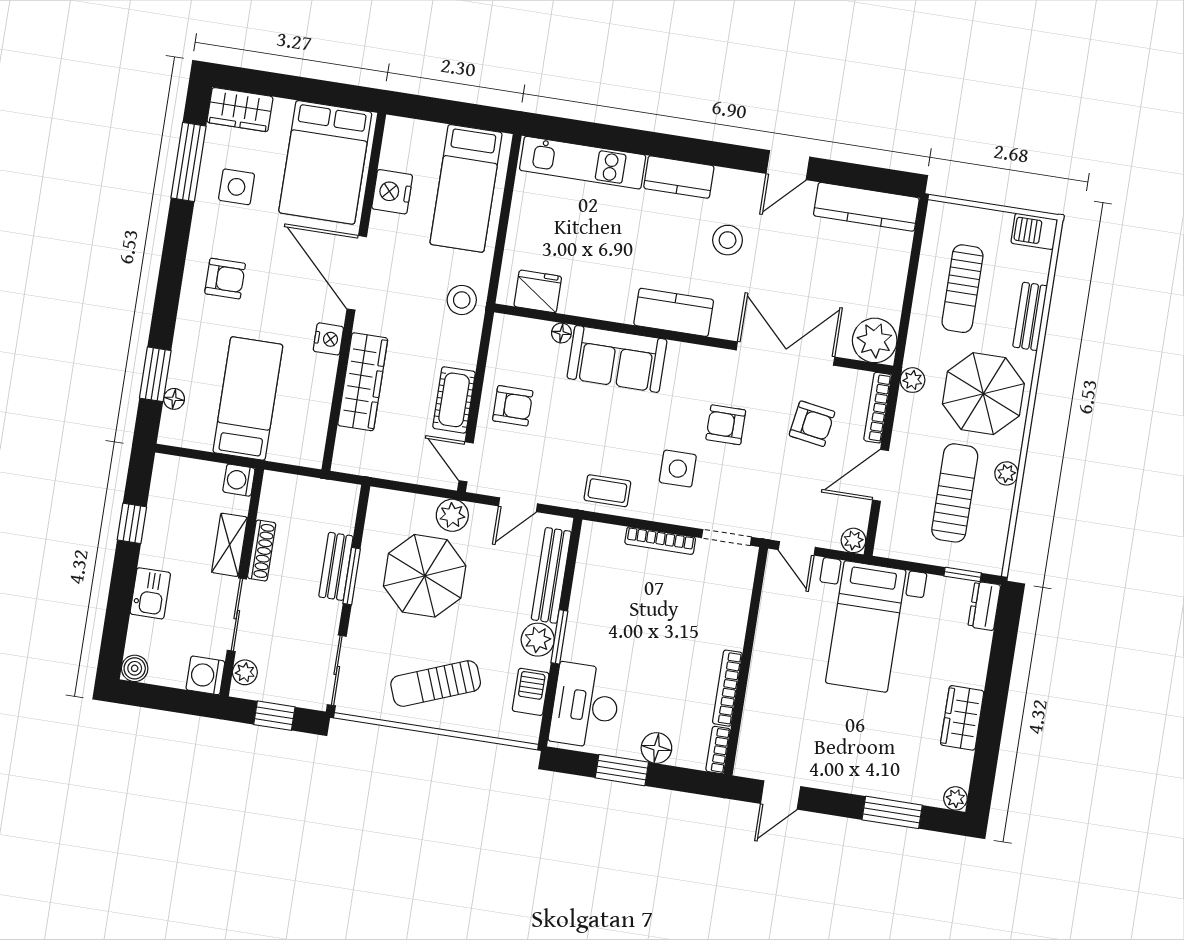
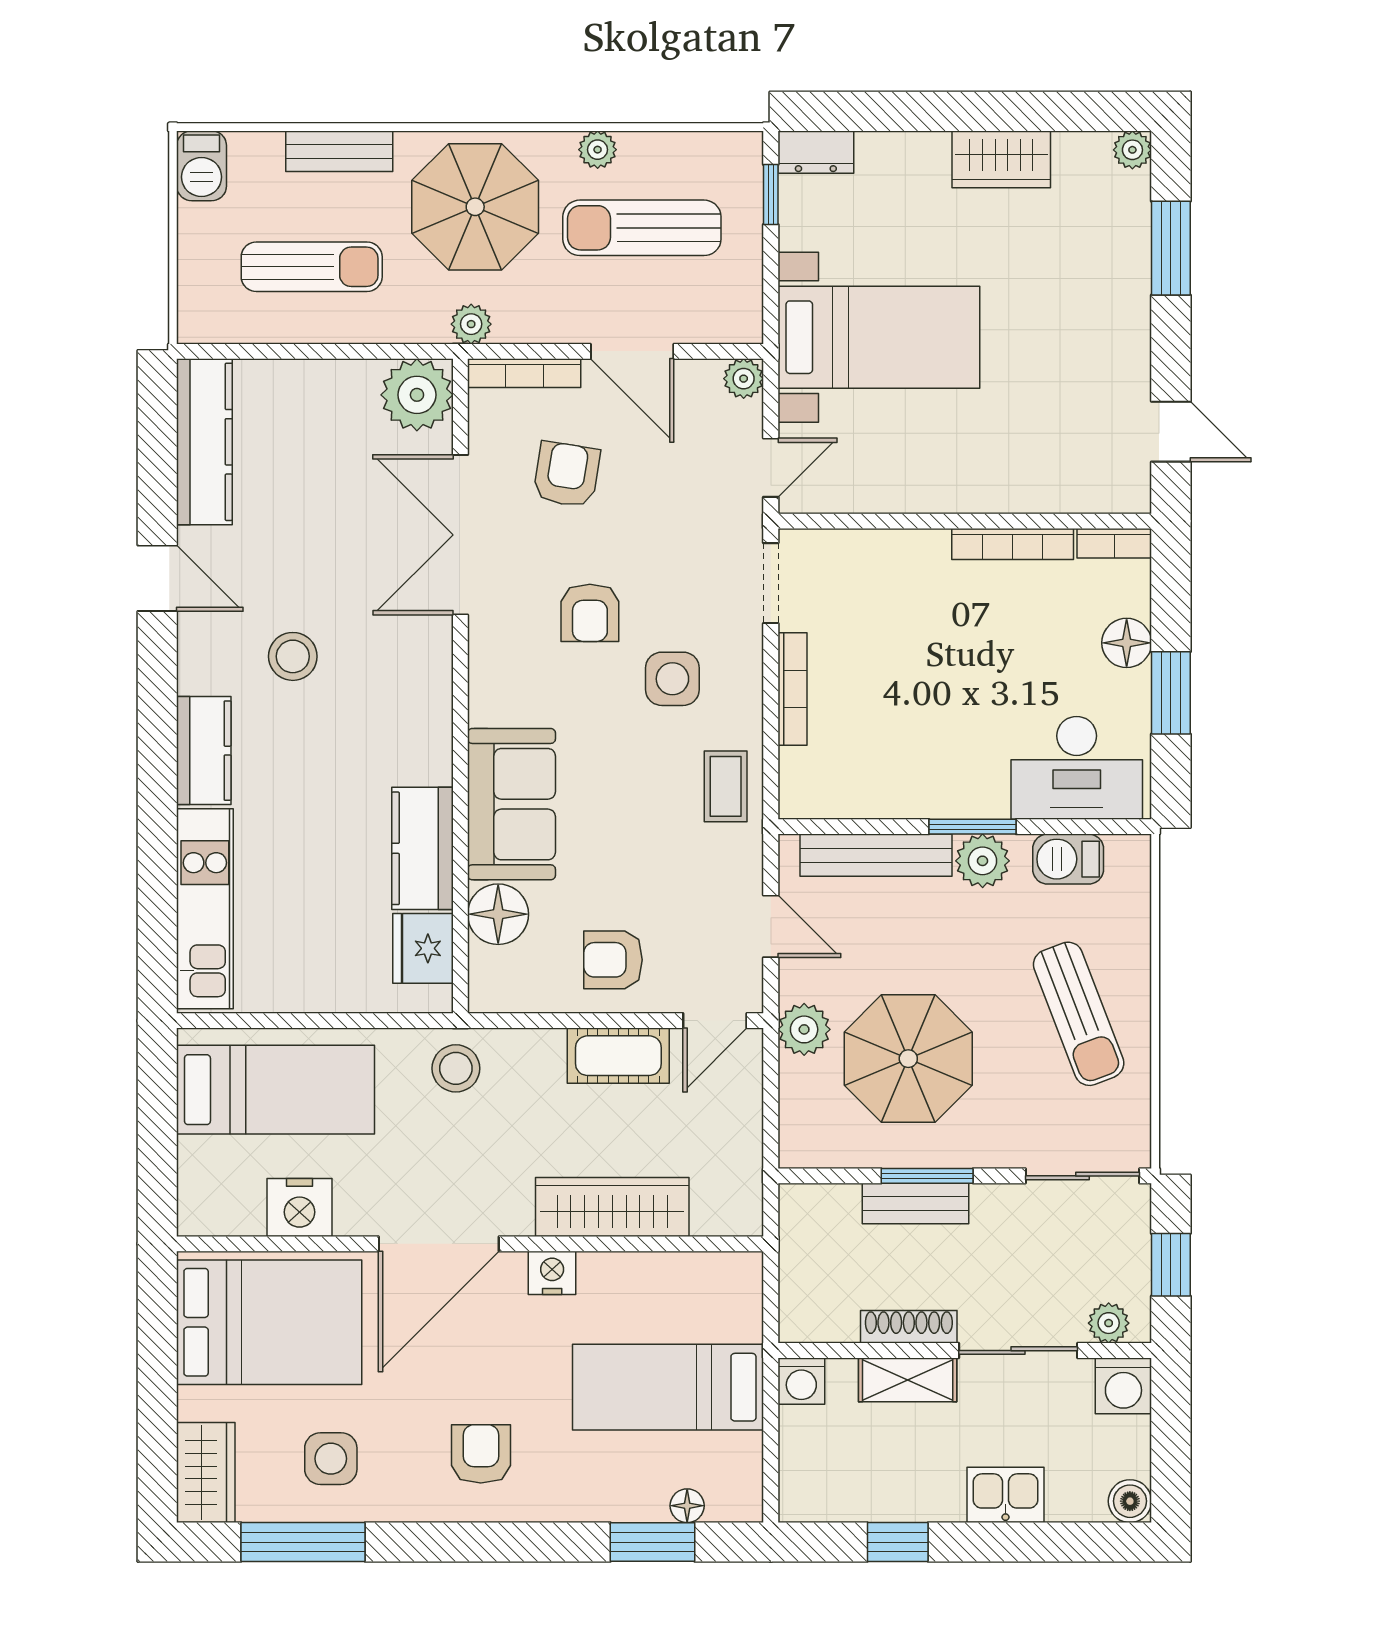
kitchen counter: (674, 312) -> (422, 848), moved
floor lamp: (561, 333) -> (498, 914), width x1.89, depth x1.89
armchair: (513, 406) -> (613, 960), turned -90

